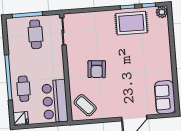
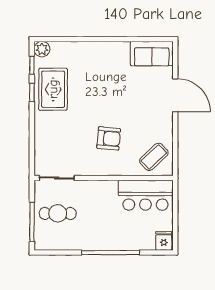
cafe table: (24, 89) -> (126, 234), removed

